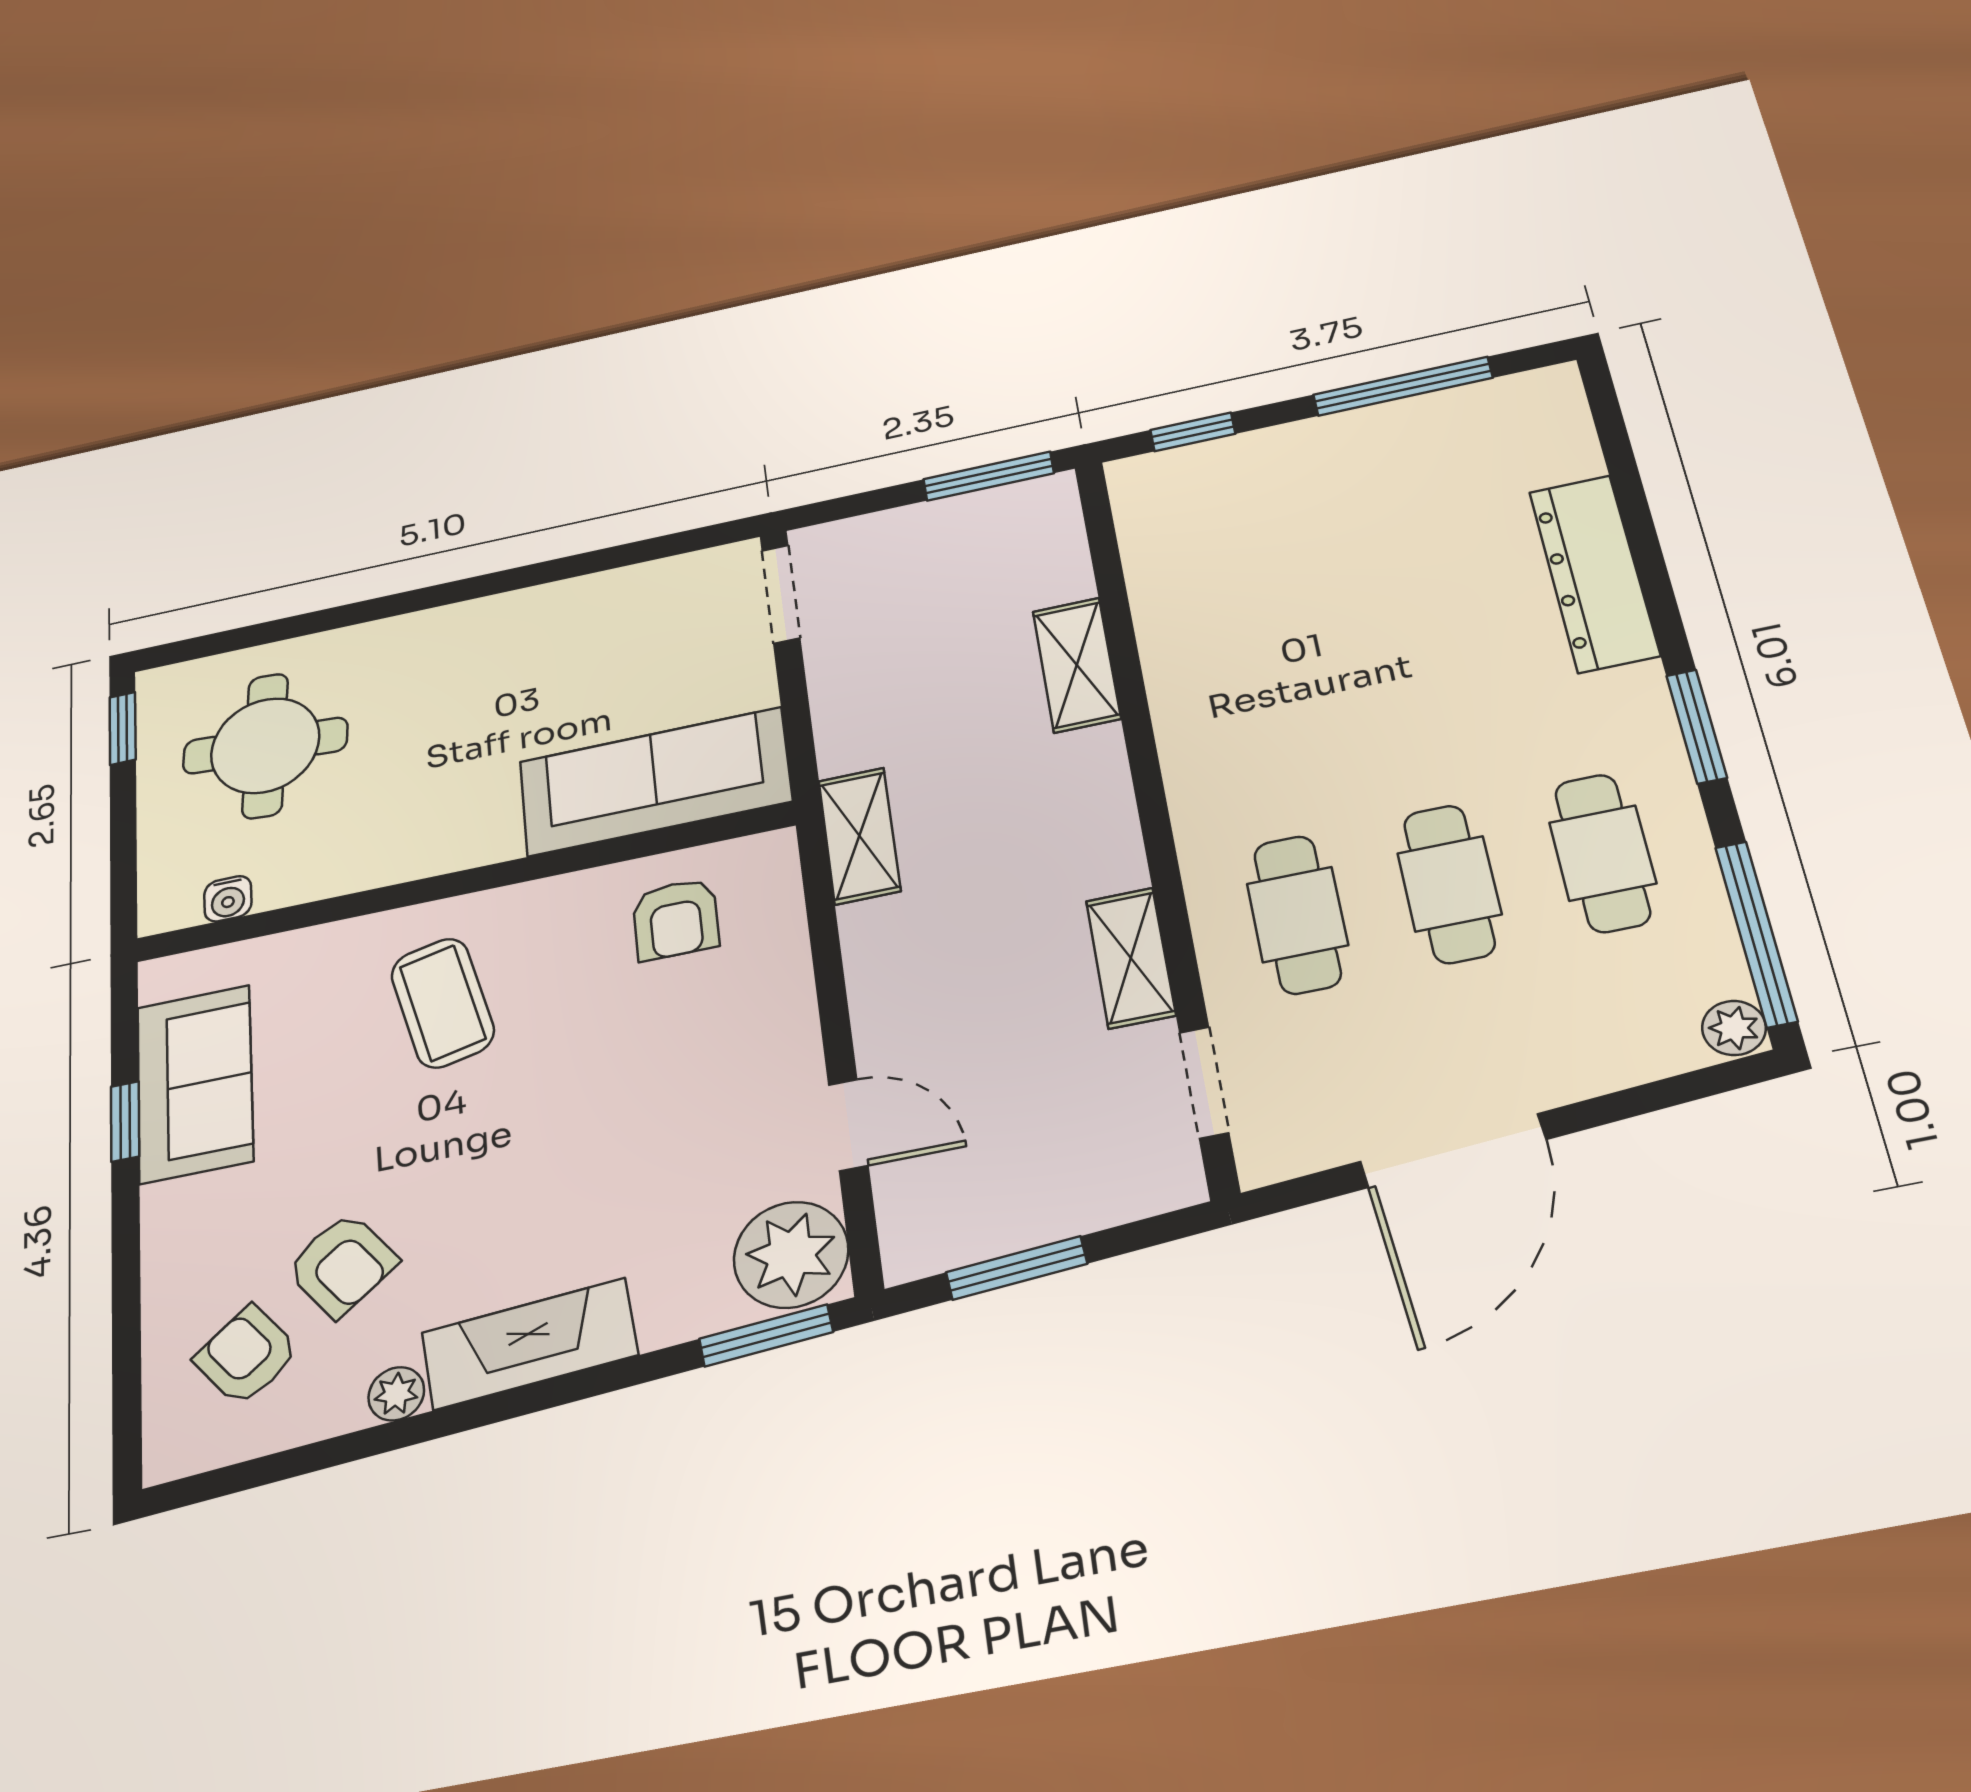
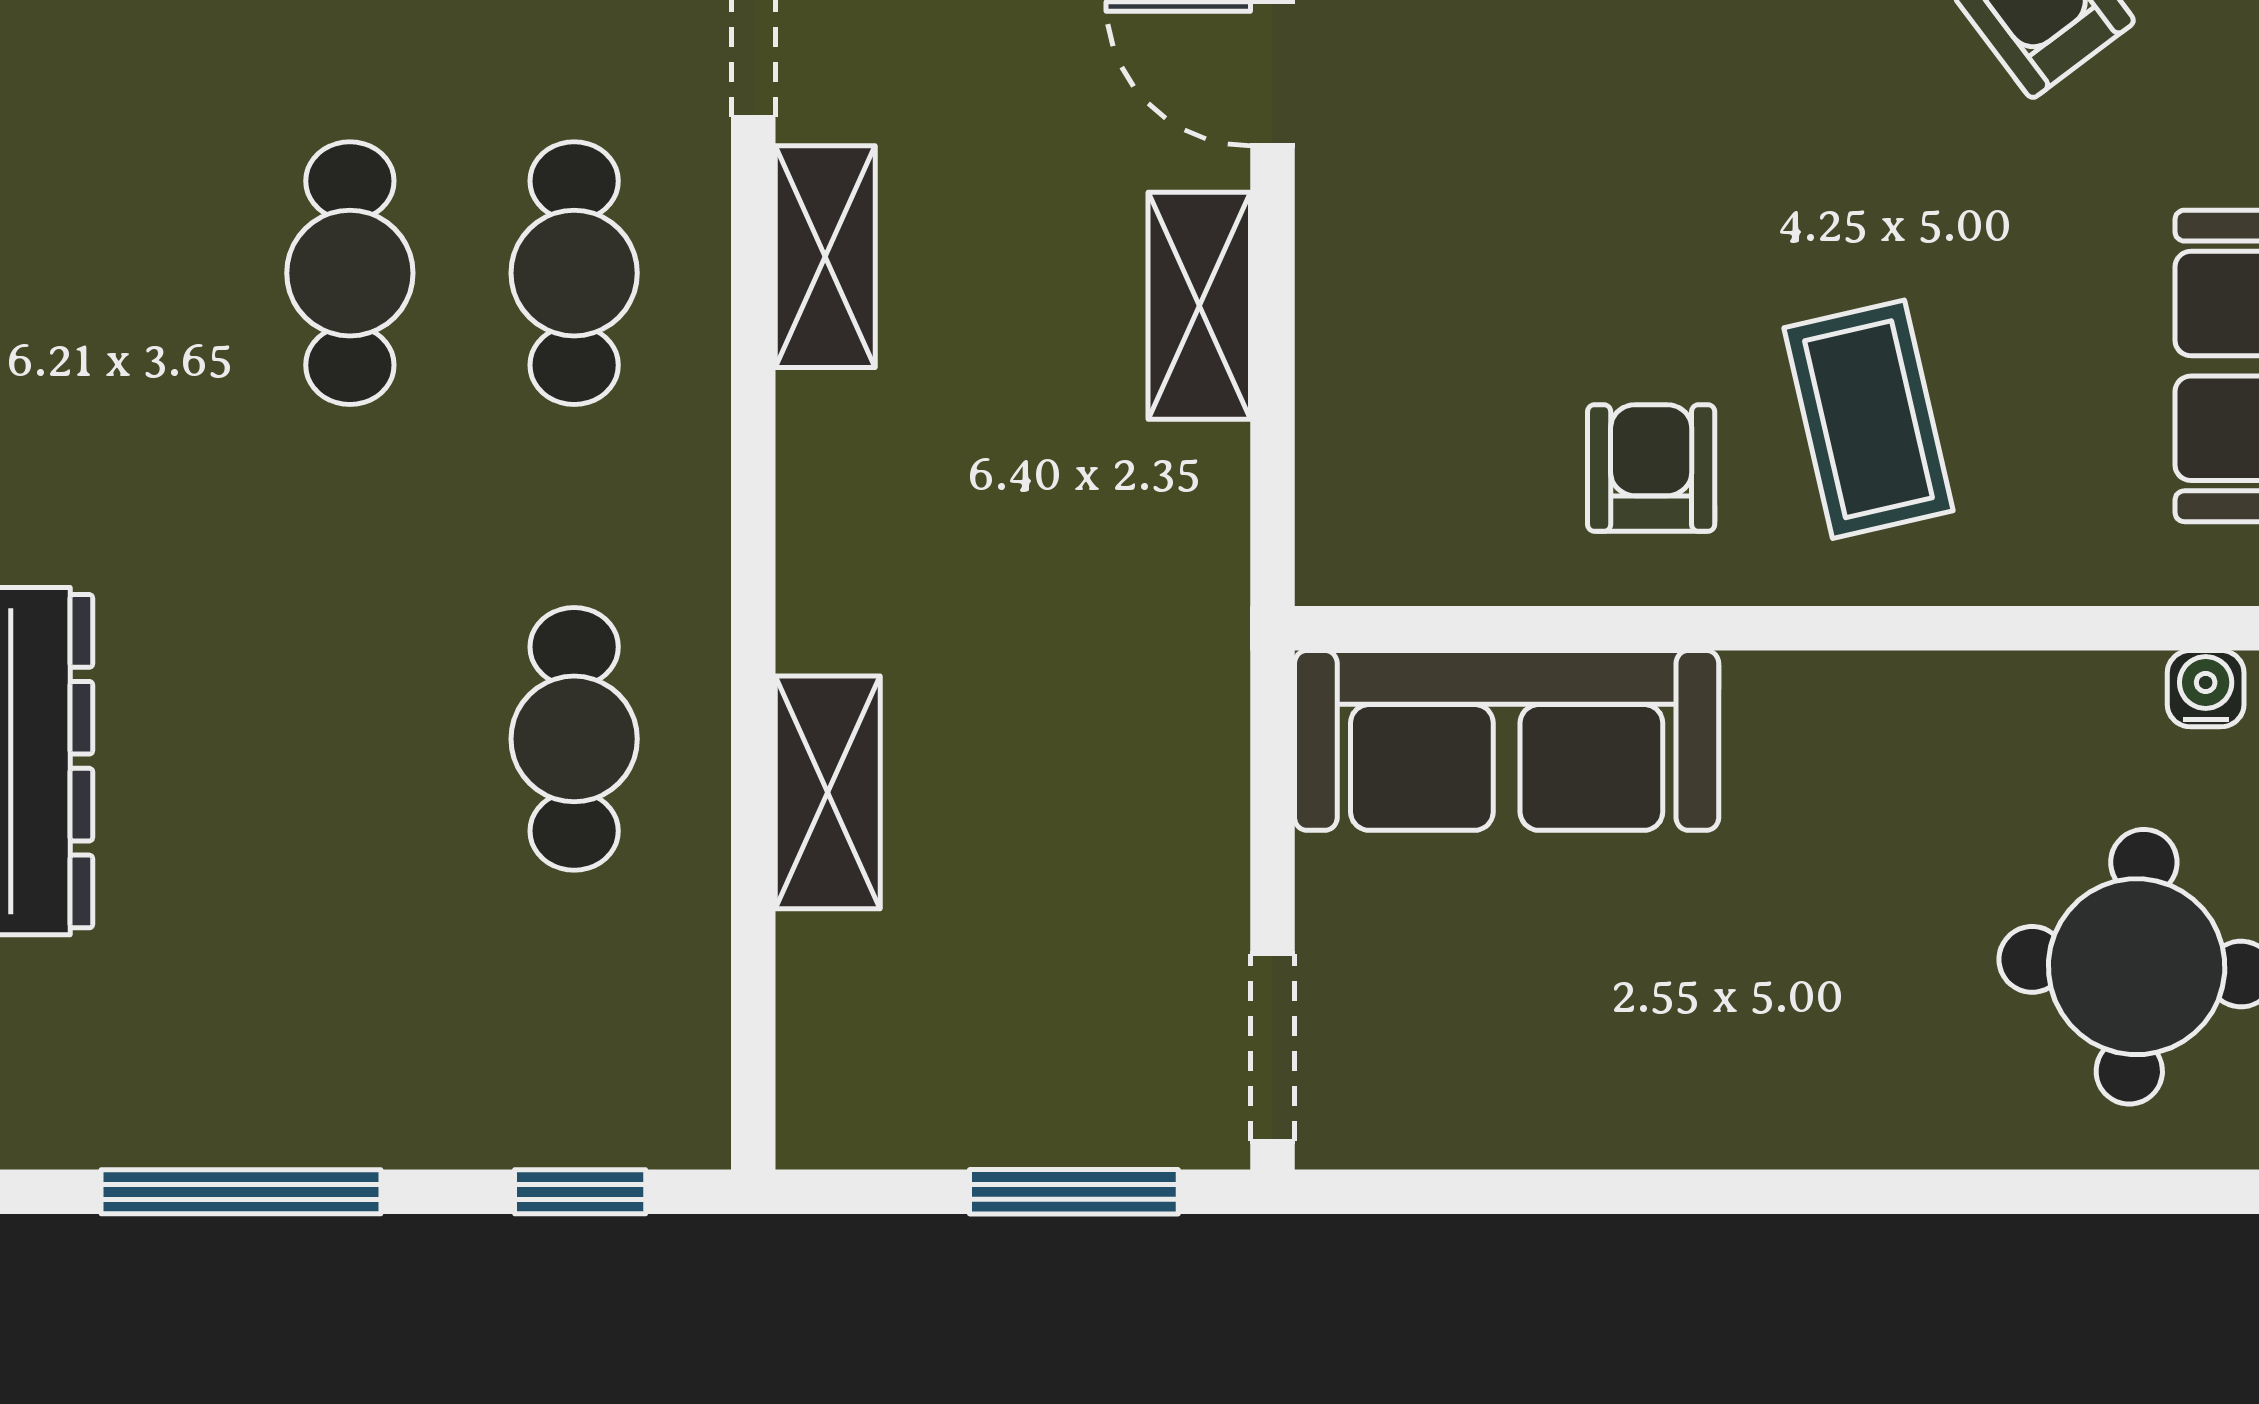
window: (989, 476) -> (1074, 1192), moved
shelving: (859, 836) -> (1199, 306), moved
cafe table: (1602, 853) -> (574, 739), moved
armchair: (676, 919) -> (1651, 468), moved

